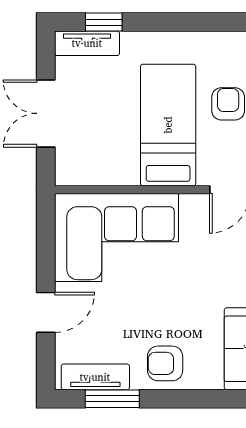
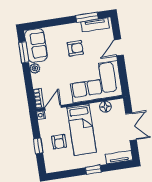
window: (104, 22) -> (93, 170), moved
floor lamp: (101, 172) -> (106, 107), added
armchair: (165, 363) -> (75, 48), moved

